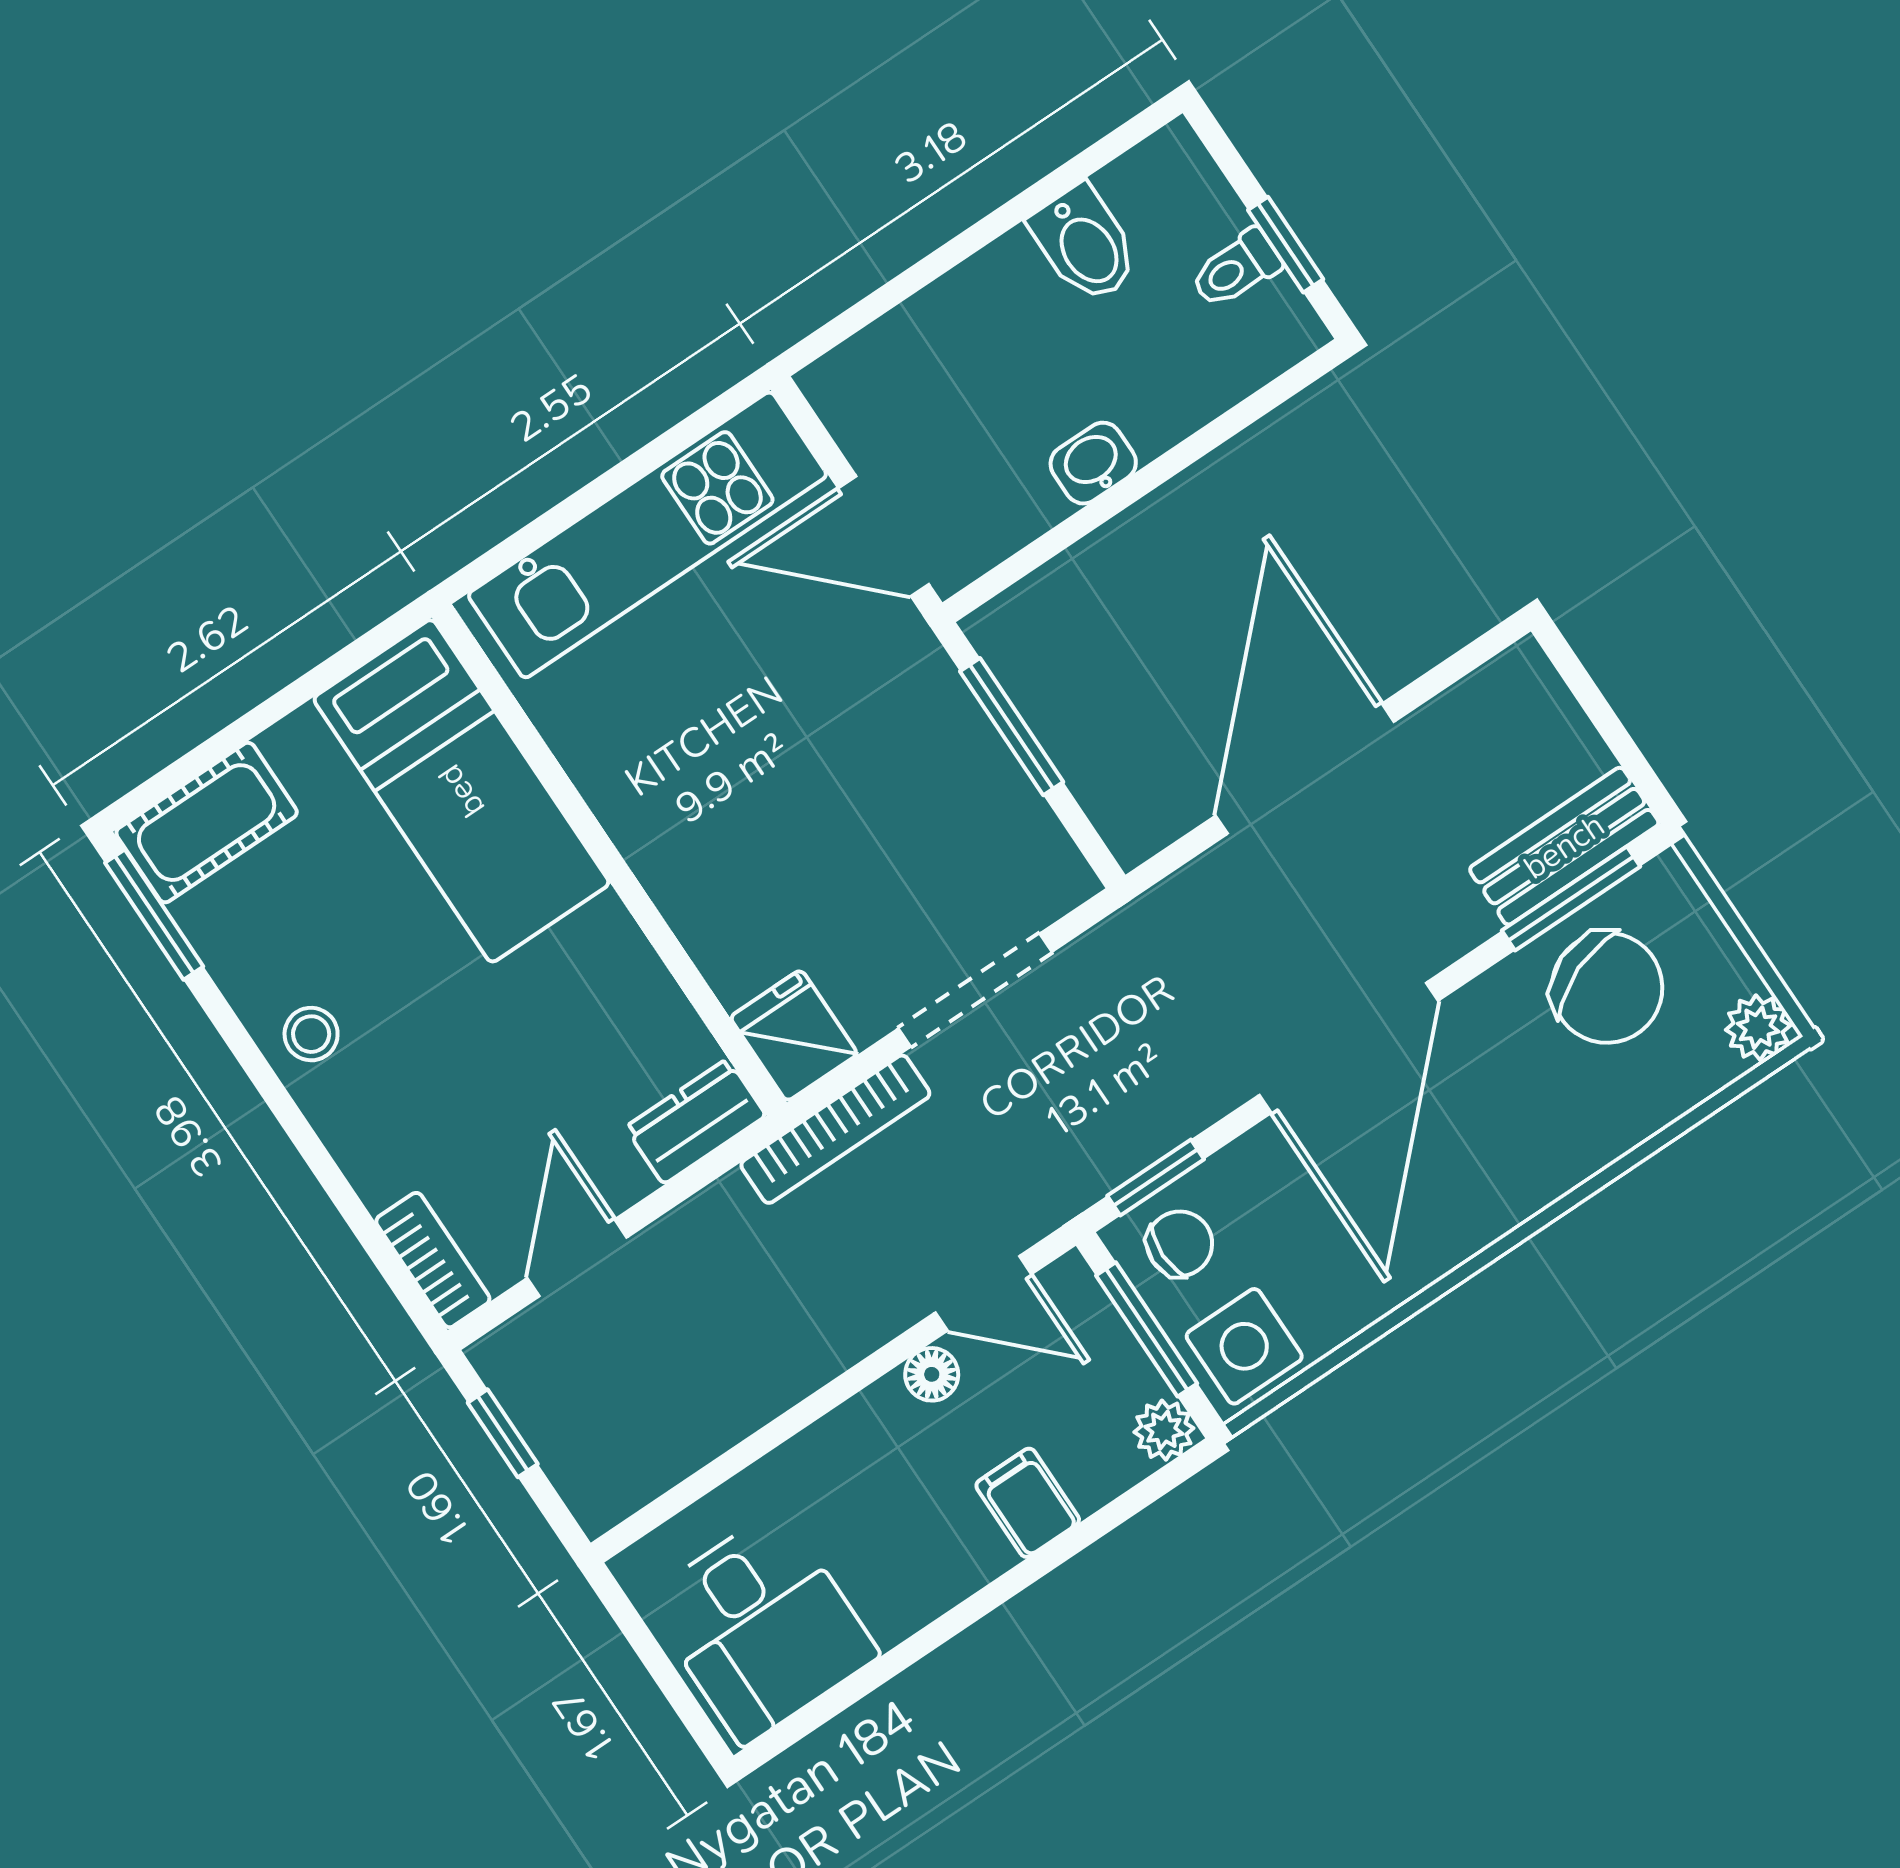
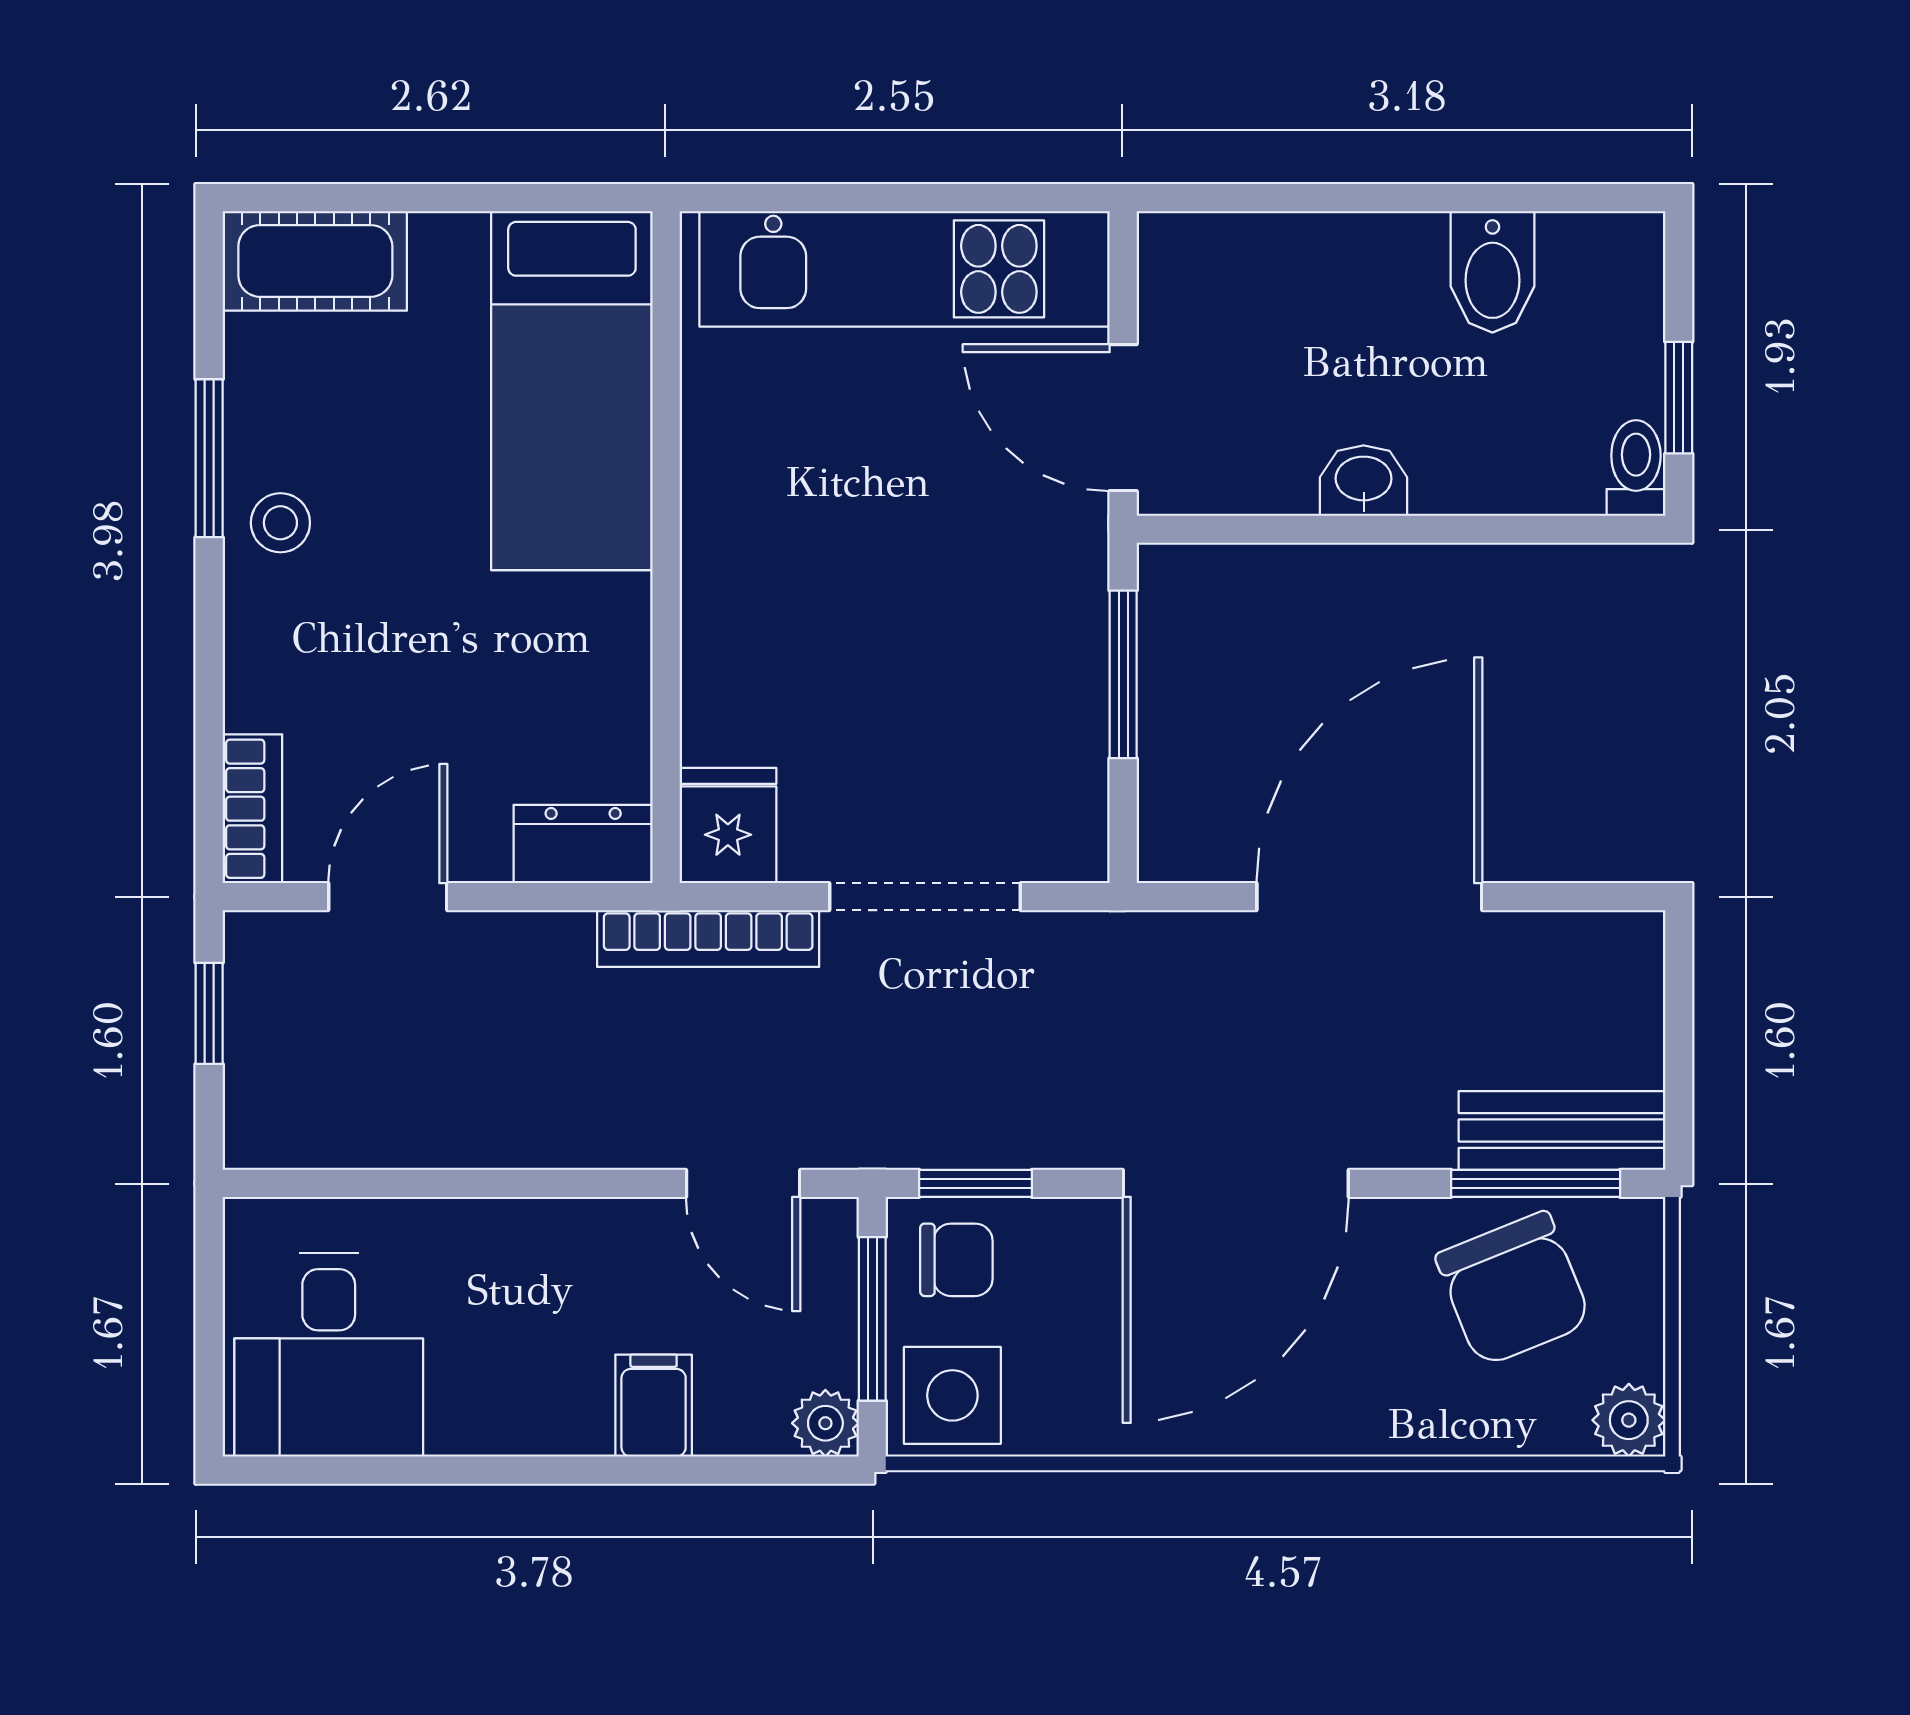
toilet: (1236, 269) -> (1636, 468), moved, turned 90
window: (154, 915) -> (209, 458), moved
floor lamp: (932, 1374) -> (645, 1226), removed

